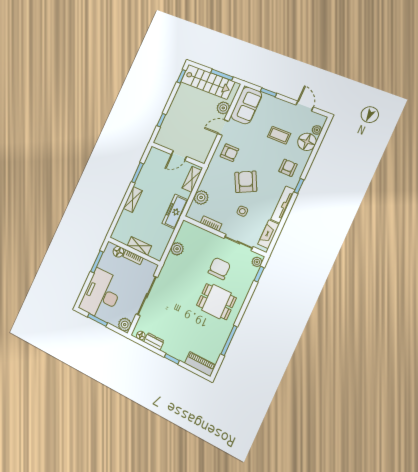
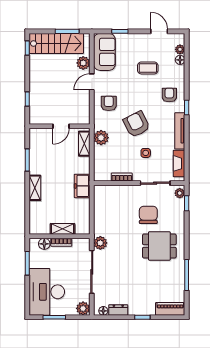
floor lamp: (307, 142) -> (180, 60), width x0.53, depth x0.53
armchair: (229, 153) -> (109, 103), turned -90
plant: (201, 197) -> (101, 138), moved
freezer: (175, 212) -> (82, 186), width x0.71
plant: (177, 249) -> (100, 243), moved

